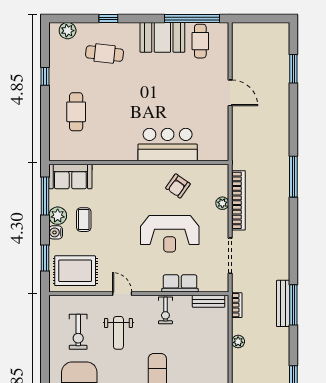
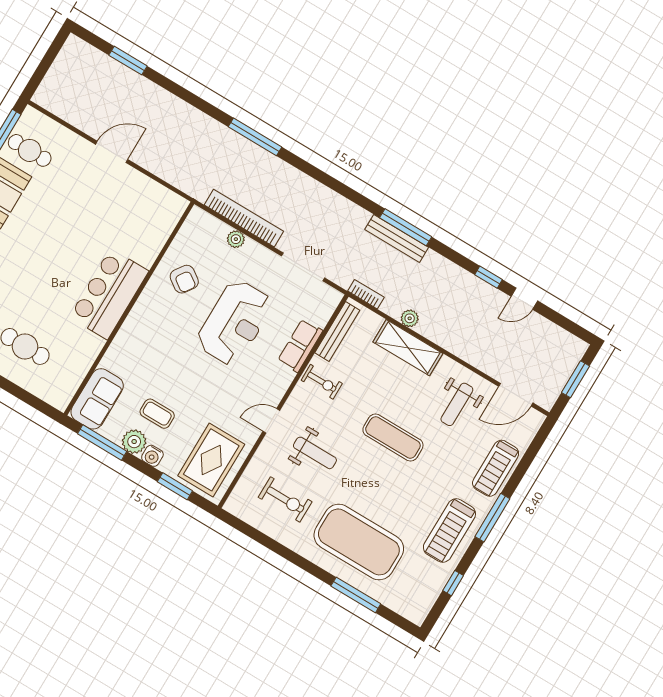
bar counter: (168, 145) -> (109, 294), moved
bench: (209, 301) -> (337, 331), width x1.36
shelving: (219, 351) -> (408, 348), added

